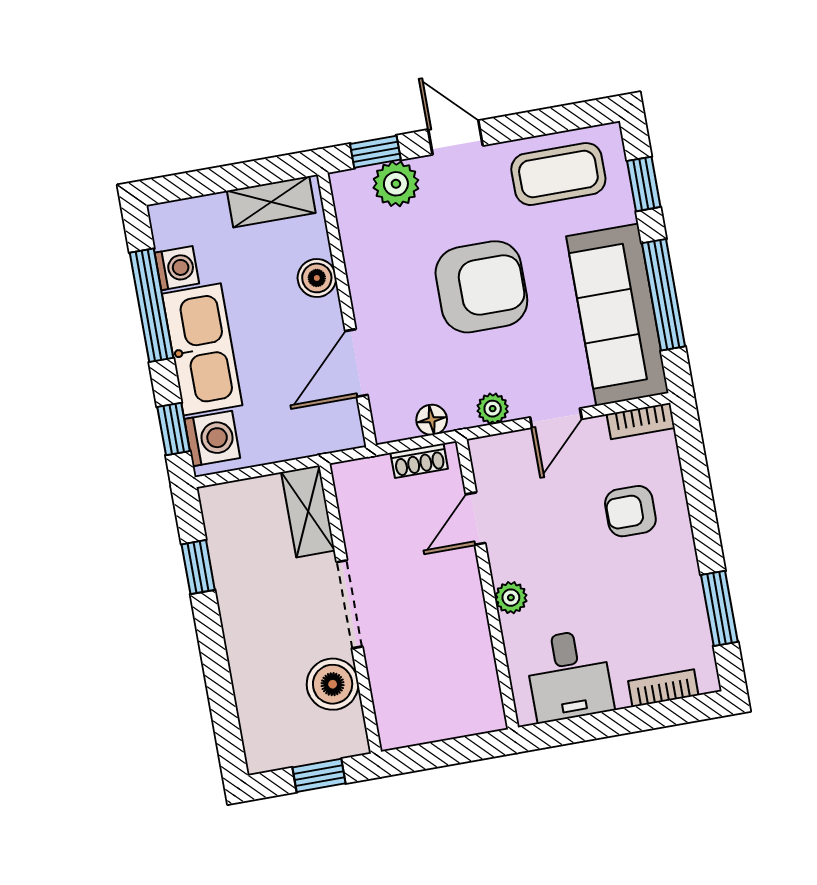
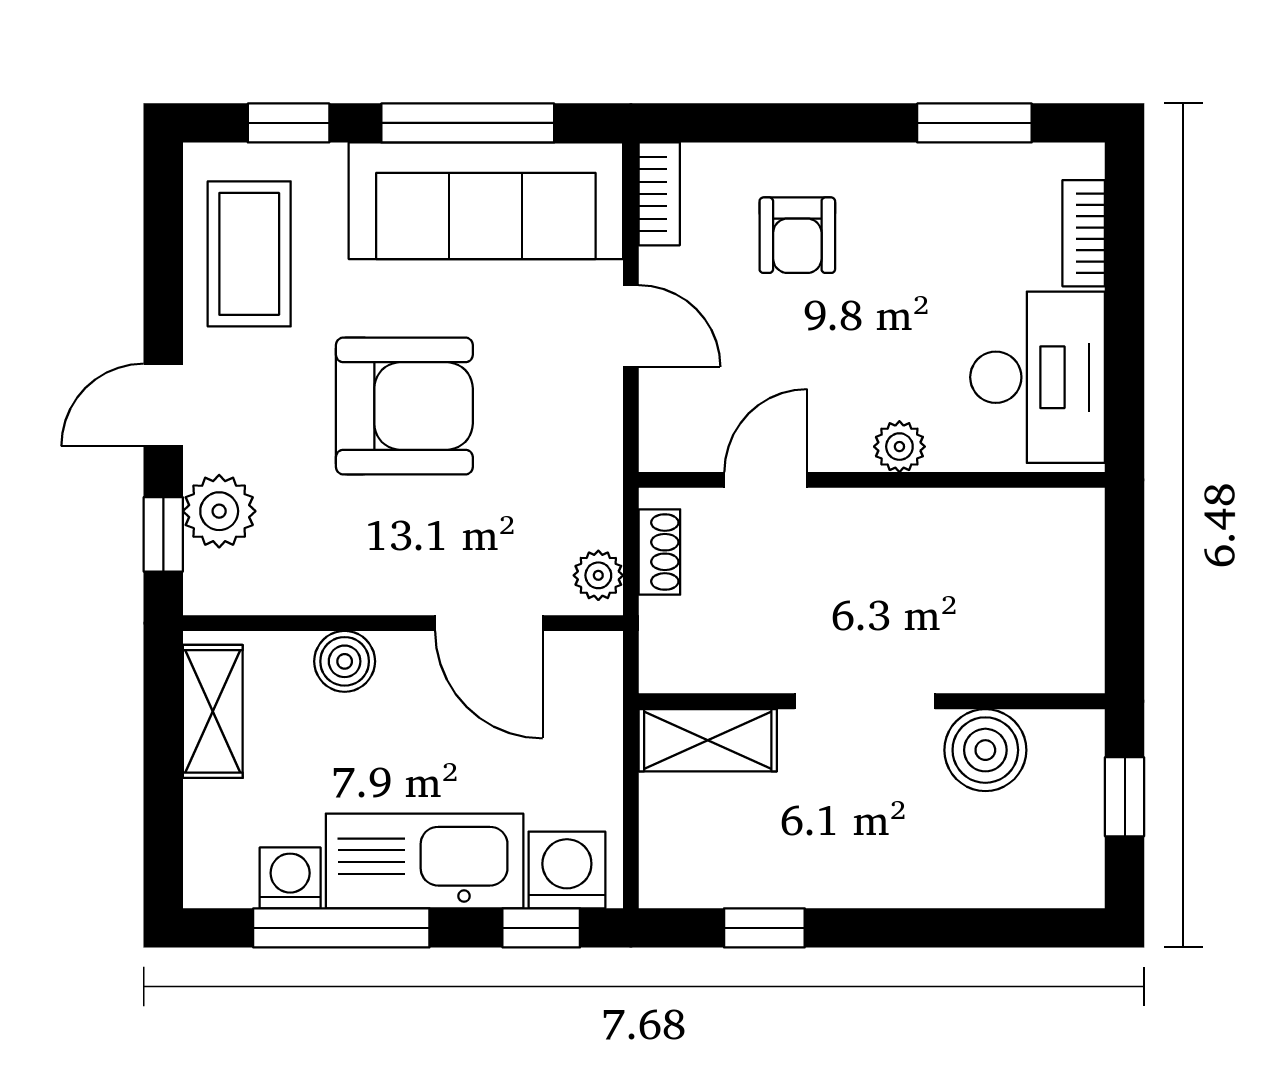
armchair: (481, 287) -> (404, 406), turned 90
plant: (493, 409) -> (598, 575), moved
floor lamp: (432, 420) -> (599, 521), removed
door: (476, 519) -> (766, 480), swing flipped
desk: (569, 675) -> (1038, 377), width x1.37

